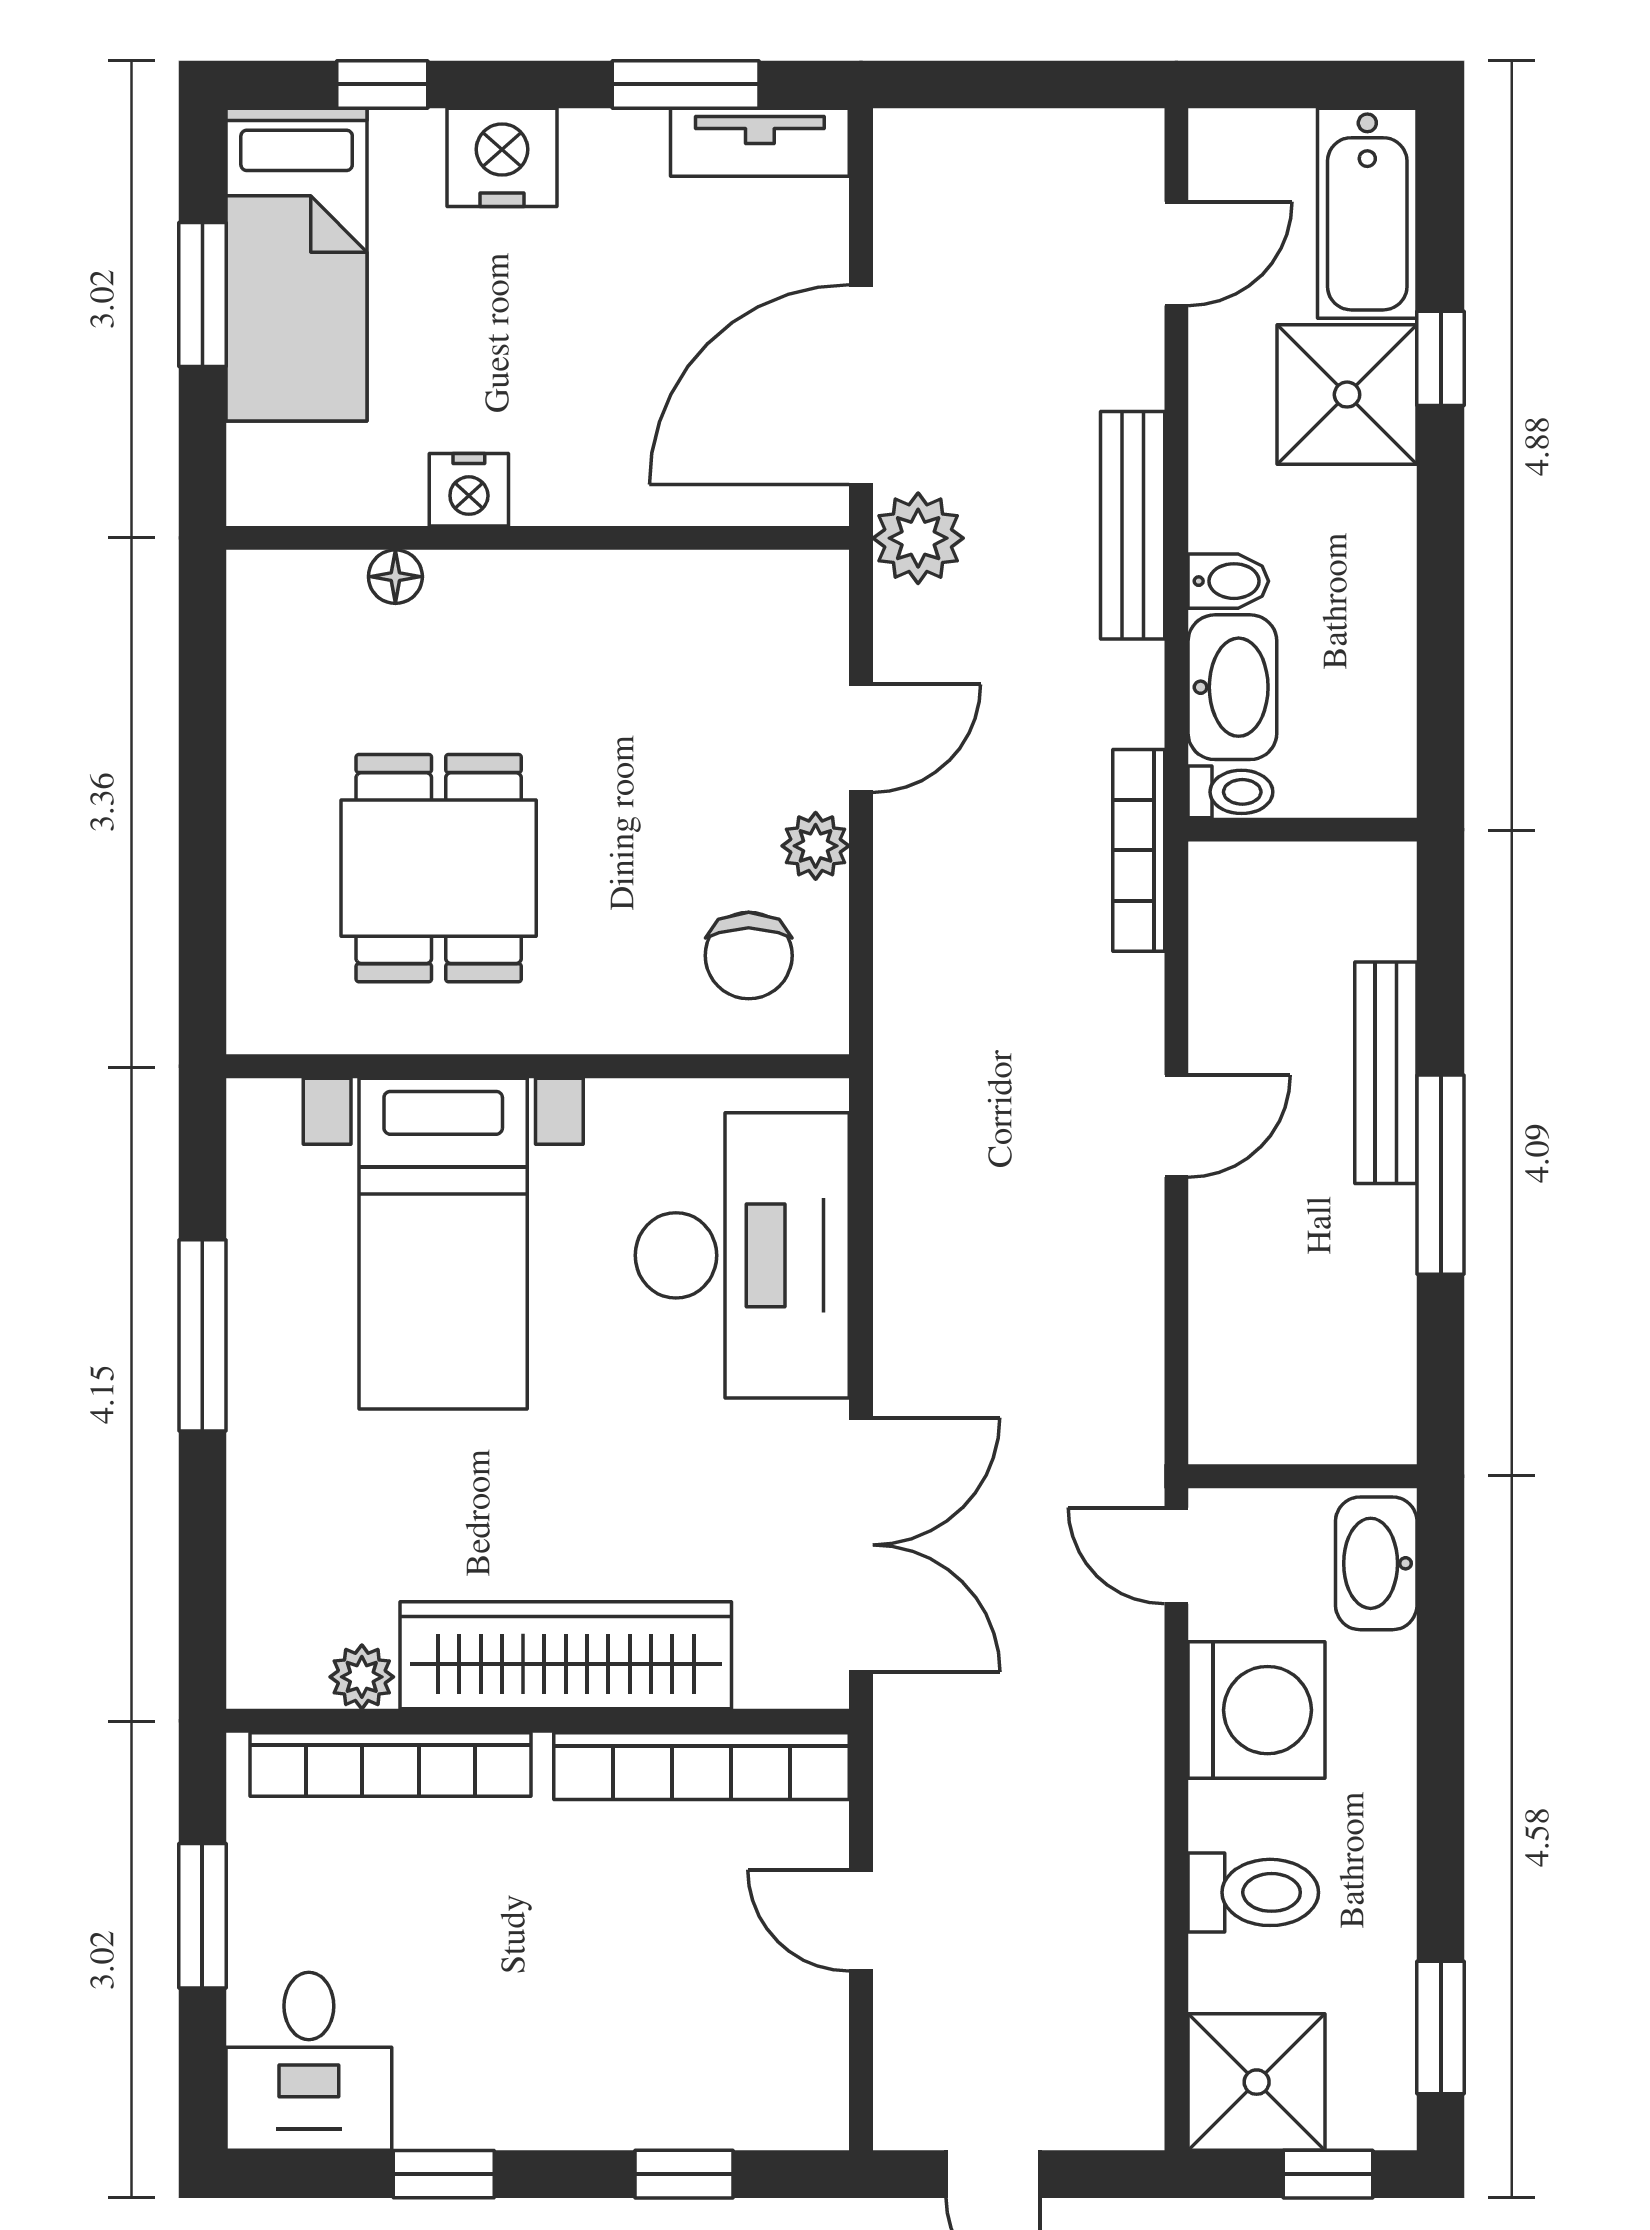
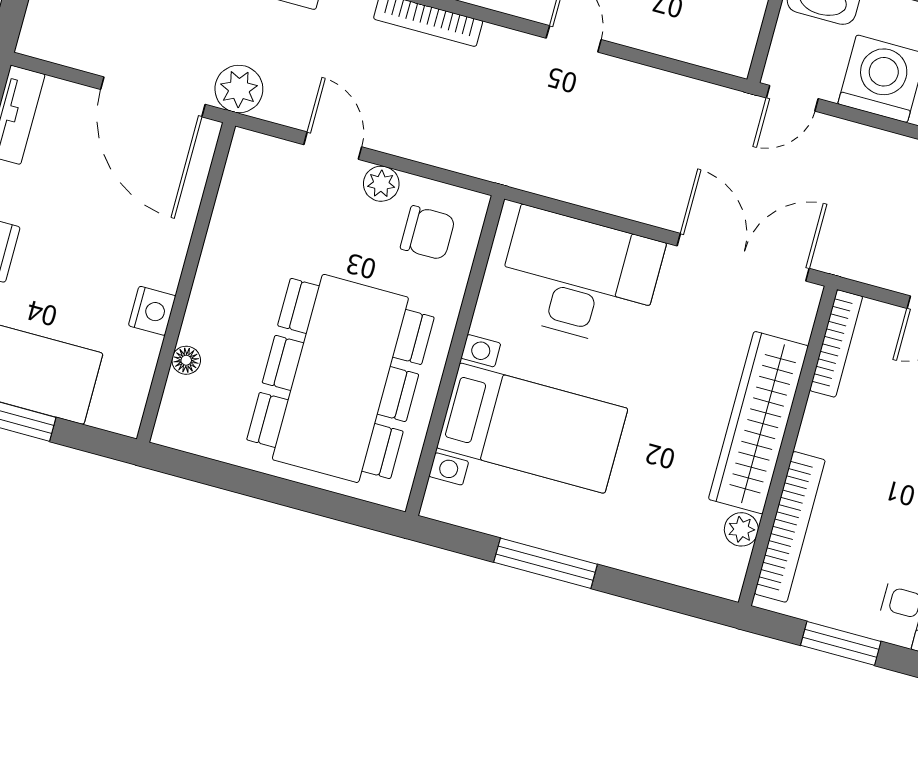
dining table: (439, 868) -> (340, 378), width x1.88, depth x1.24
bookcase: (702, 1766) -> (836, 343), width x0.68, depth x0.76

